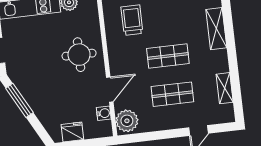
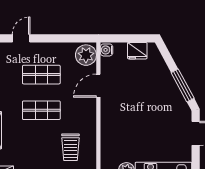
round table: (79, 55) -> (123, 121), removed
water cooler: (104, 113) -> (107, 50), moved

